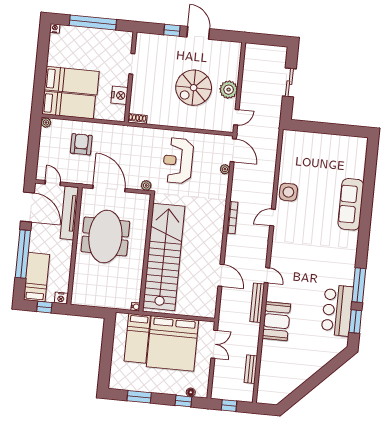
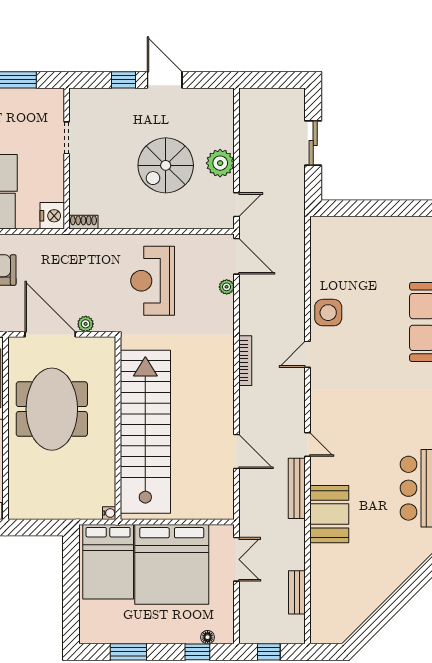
nightstand: (120, 95) -> (52, 216), moved
plant: (146, 185) -> (86, 324), moved
bed: (137, 338) -> (108, 562), width x1.50

